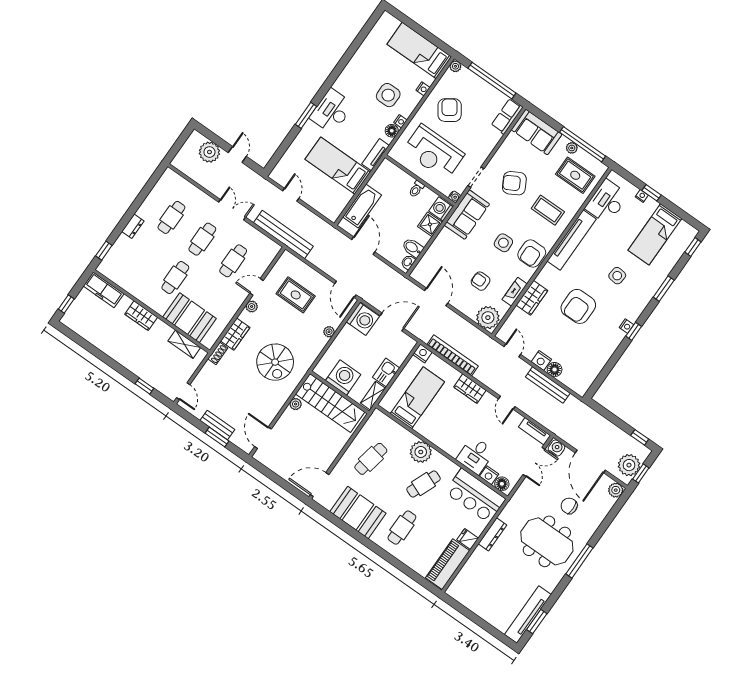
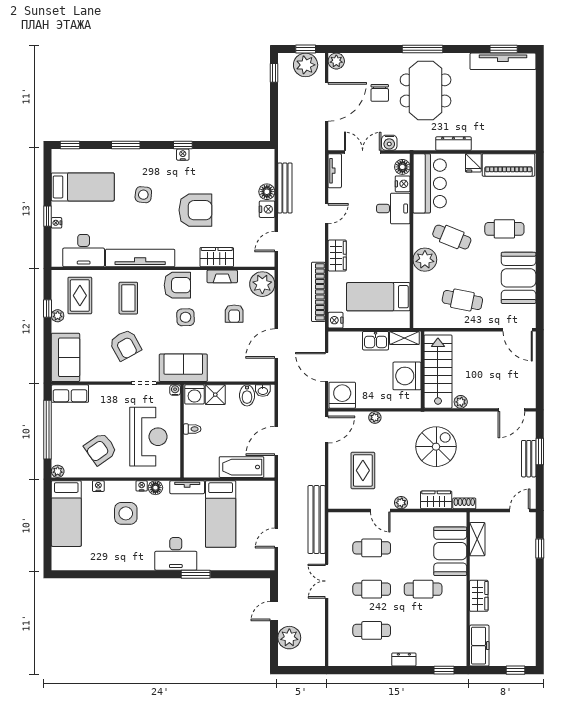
window: (582, 144) -> (48, 308), width x0.32
water cooler: (556, 448) -> (389, 143), moved, turned -90

